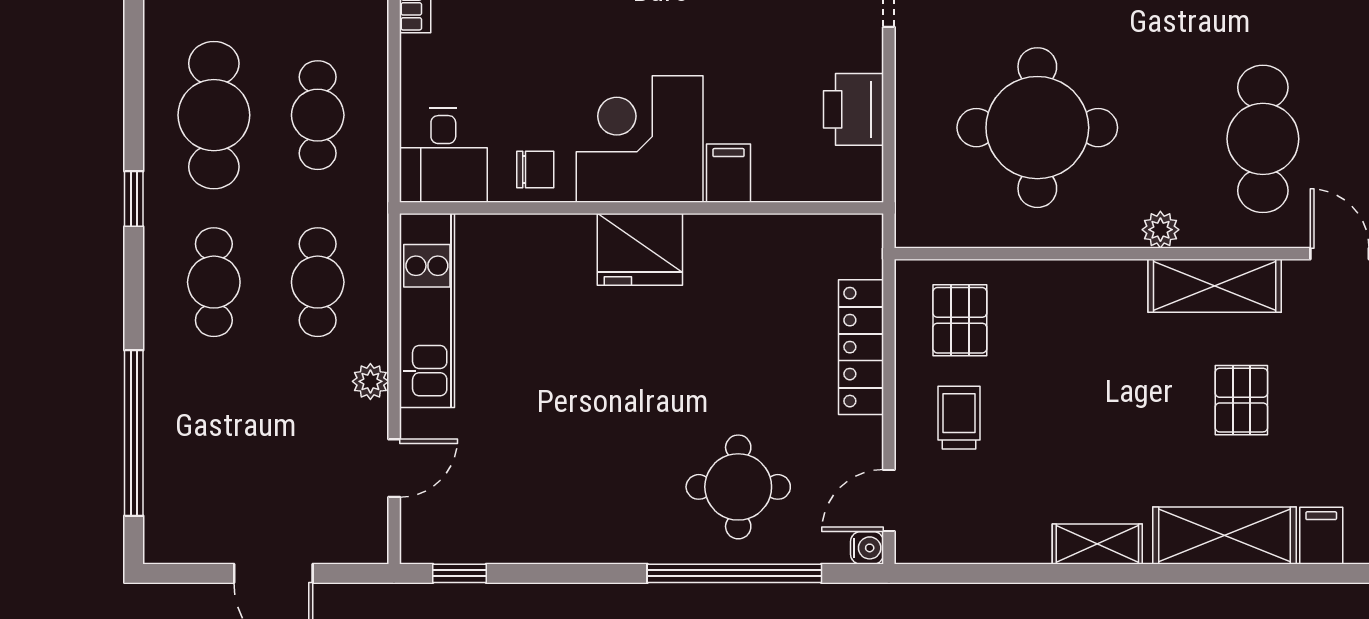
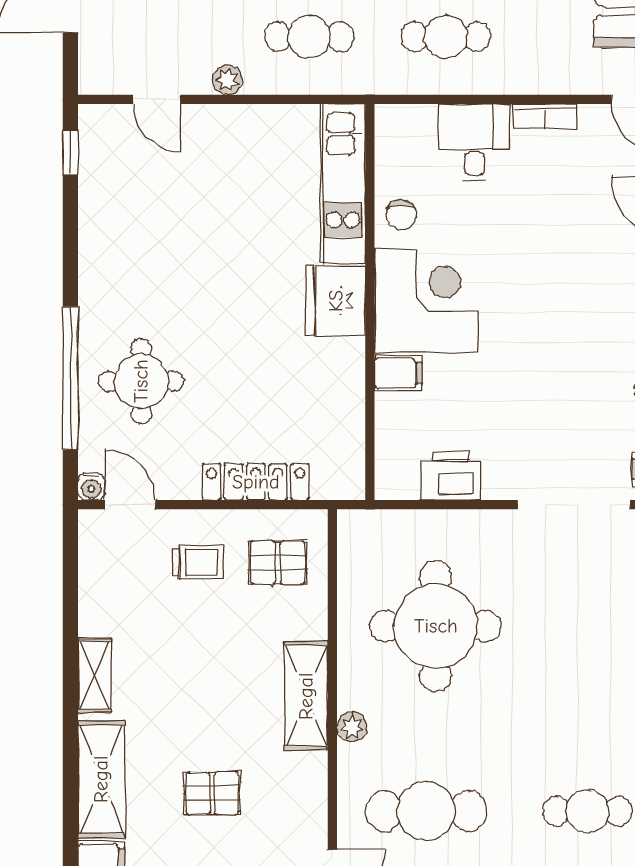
desk: (443, 155) -> (474, 142), moved, turned 90
shelving: (1215, 286) -> (306, 696), moved
kitchen unit: (427, 310) -> (343, 183), moved, turned 90

